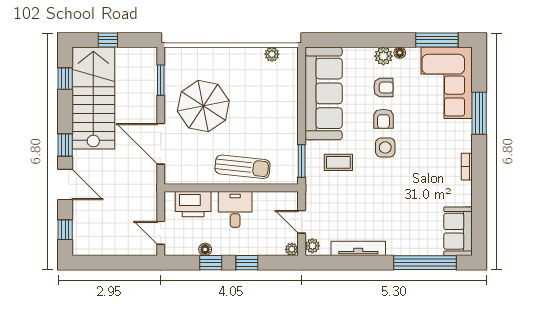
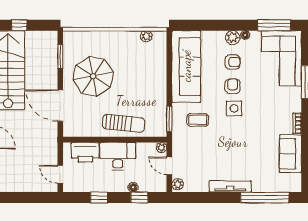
armchair: (383, 119) -> (233, 86), turned 180
desk: (235, 209) -> (118, 156), width x1.37
sofa: (458, 231) -> (290, 154), moved
tv unit: (358, 248) -> (230, 186), moved
floor lamp: (205, 249) -> (133, 187), moved
plant: (292, 249) -> (162, 147), moved
window: (247, 263) -> (139, 198), moved

